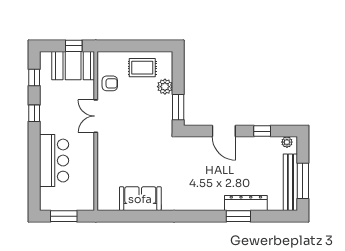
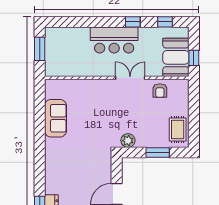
rug: (142, 68) -> (178, 130), moved
plant: (165, 87) -> (128, 141), moved
window: (178, 107) -> (158, 152), moved
bar counter: (54, 161) -> (114, 40), moved

